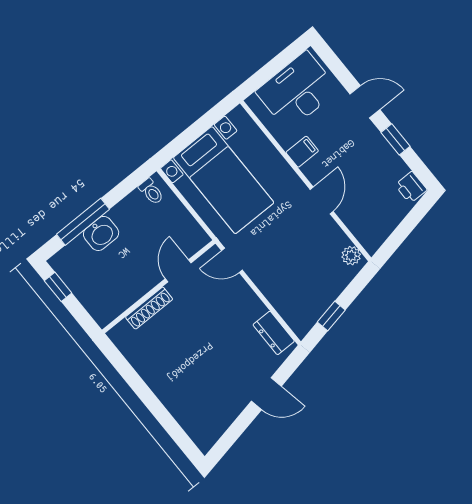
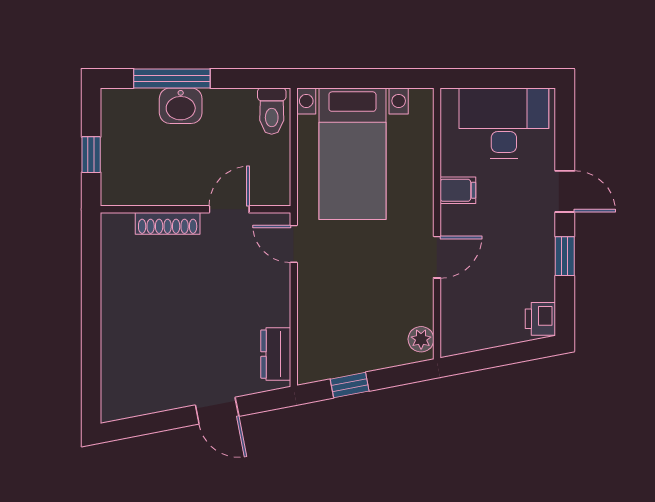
toilet: (151, 192) -> (272, 111), width x1.37, depth x1.39
window: (58, 287) -> (91, 155), moved

